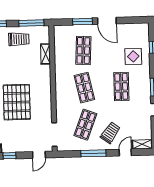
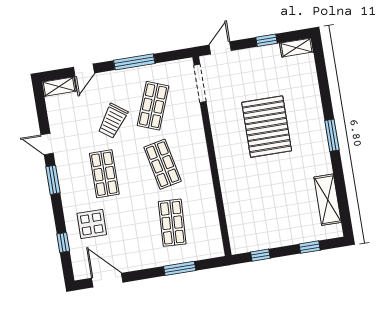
door: (107, 21) -> (107, 280), moved
window: (31, 23) -> (260, 255), width x0.46
trolley: (19, 39) -> (277, 227), removed
shelving: (45, 54) -> (231, 209), removed
trolley: (110, 133) -> (113, 121), moved

